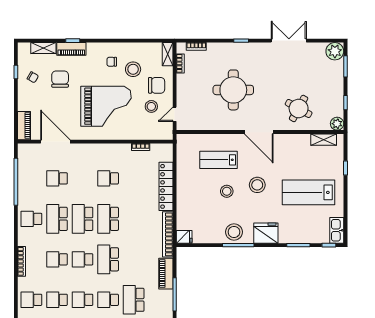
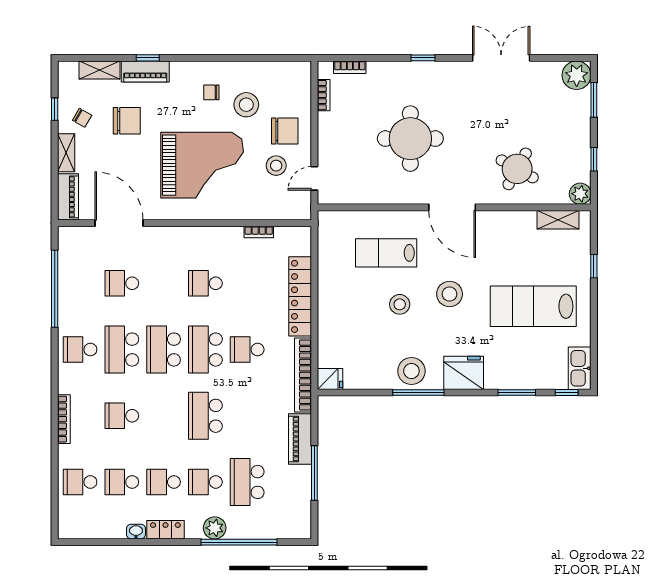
shelving: (168, 54) -> (66, 153), moved
chair: (60, 79) -> (127, 121), turned 90
school desk: (83, 259) -> (247, 350), moved

